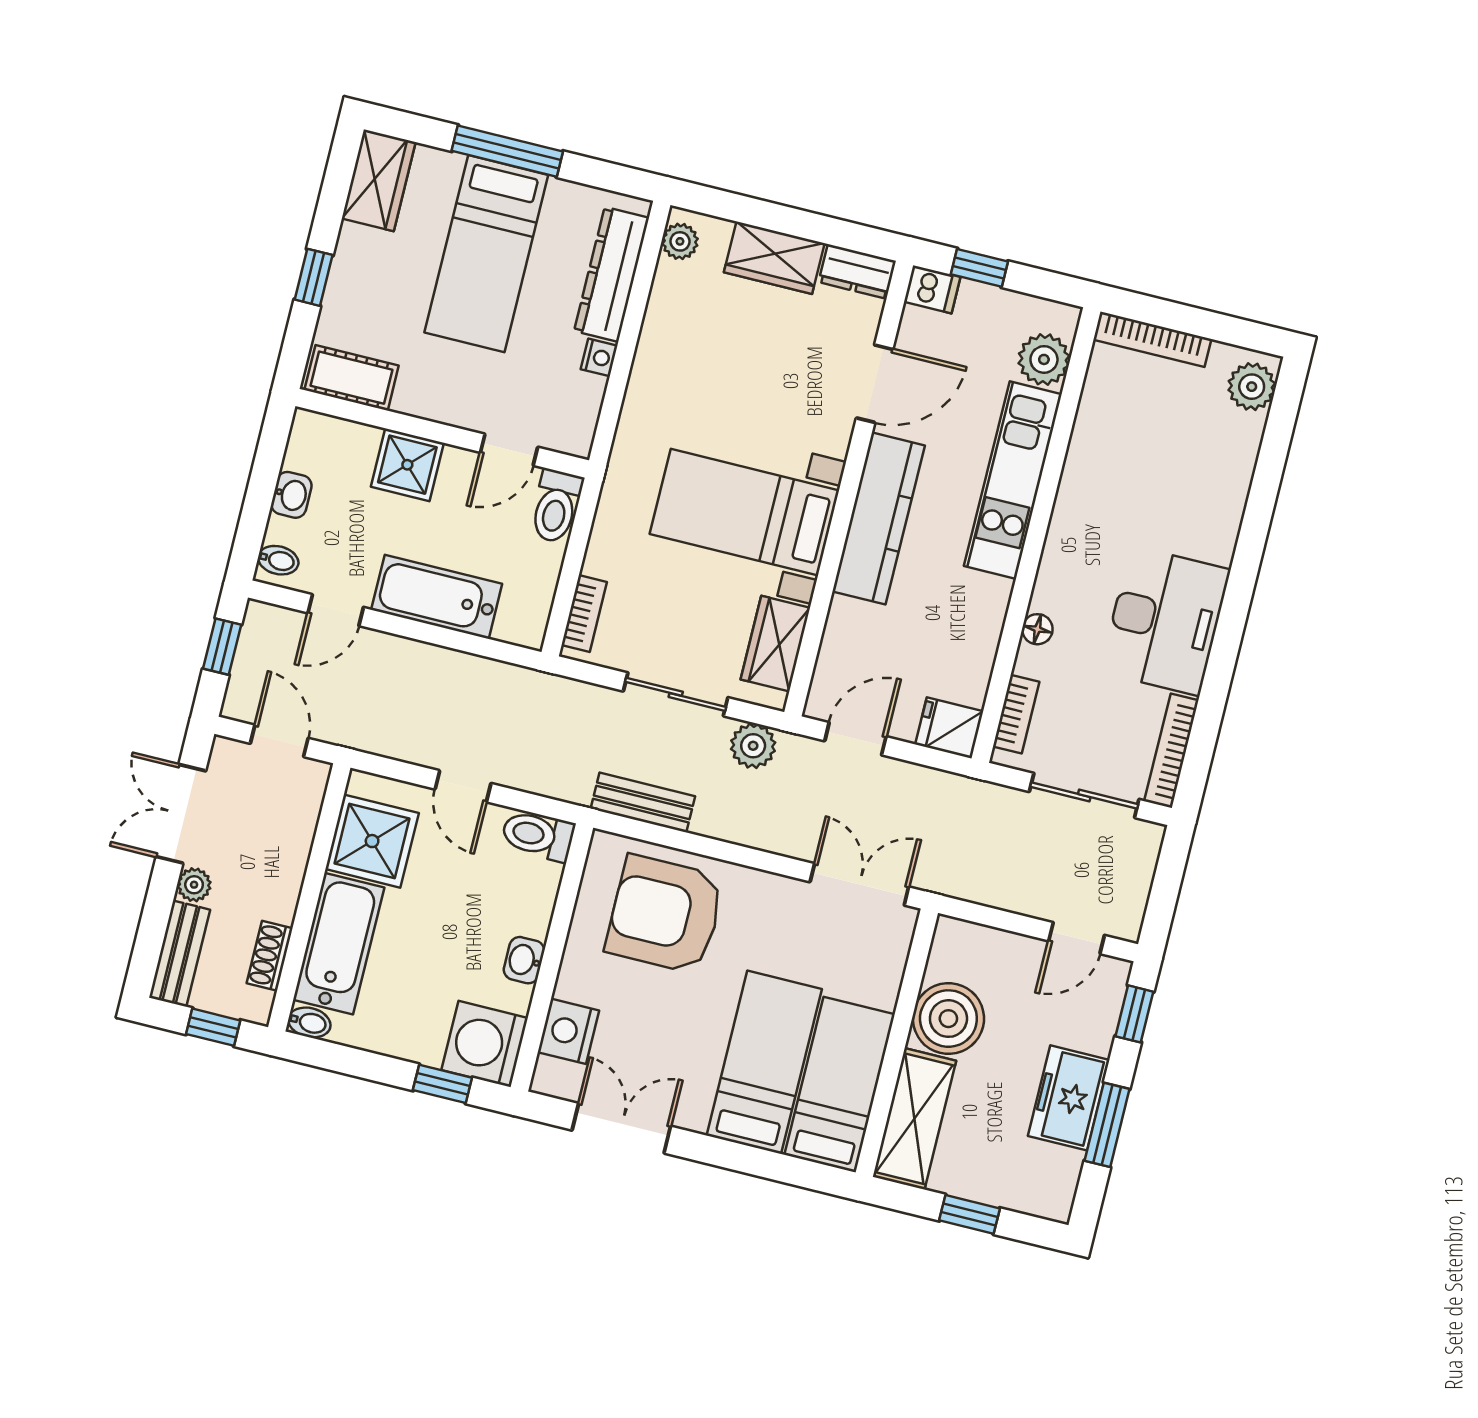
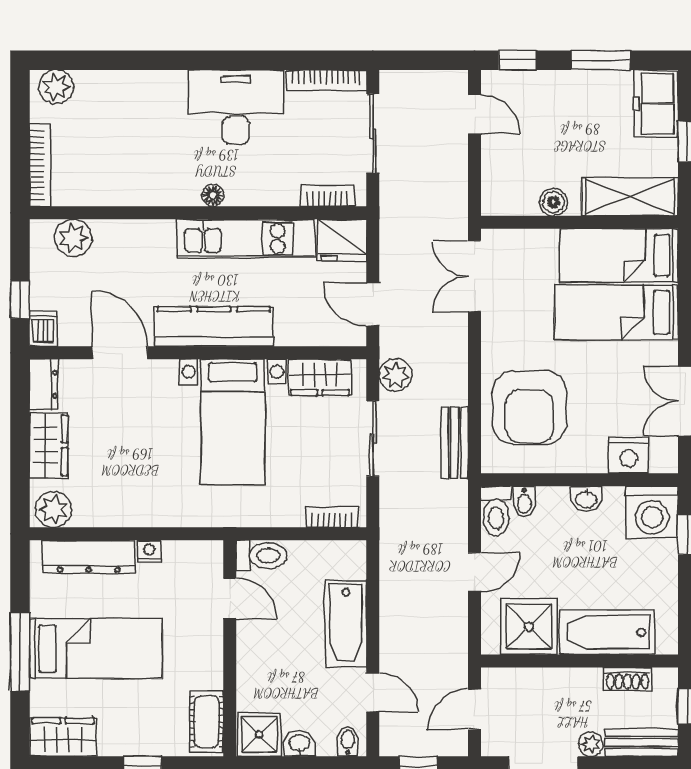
plant: (680, 241) -> (53, 510), width x1.38, depth x1.38
shower: (407, 465) -> (259, 734), moved
kitchen unit: (1013, 480) -> (246, 239), moved
floor lamp: (1037, 629) -> (213, 195), moved
fridge: (949, 728) -> (342, 240), width x1.38
boiler: (948, 1019) -> (553, 202), width x0.54, depth x0.54
bidet: (309, 1022) -> (524, 502), moved, turned 180
freezer: (1069, 1098) -> (656, 104), moved, turned 90

